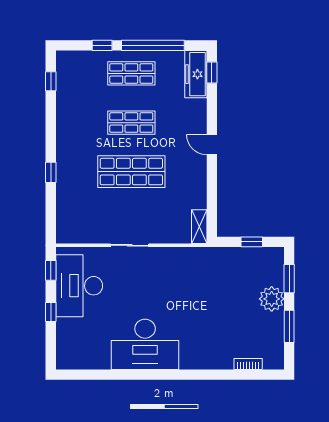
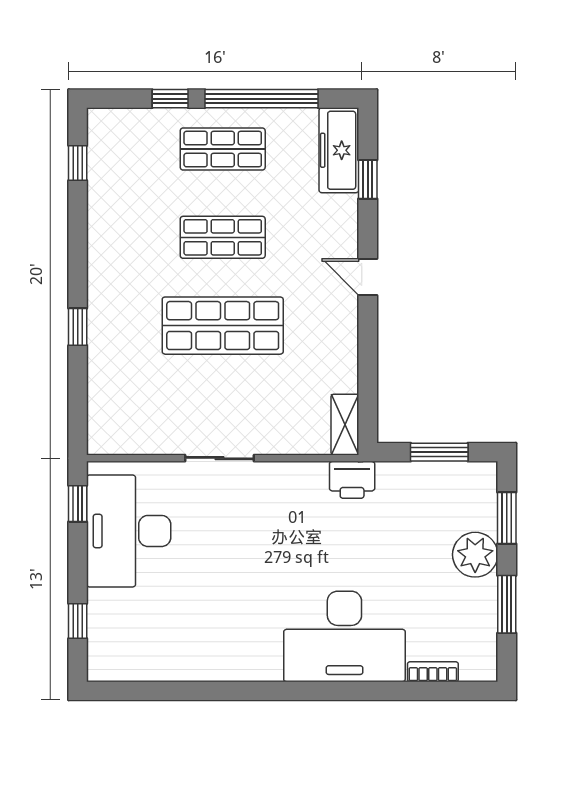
window: (212, 73) -> (368, 179), moved
window: (252, 242) -> (439, 452), width x1.50
printer: (203, 257) -> (352, 480), added
window: (51, 312) -> (78, 621), moved
desk: (145, 344) -> (344, 636), moved

